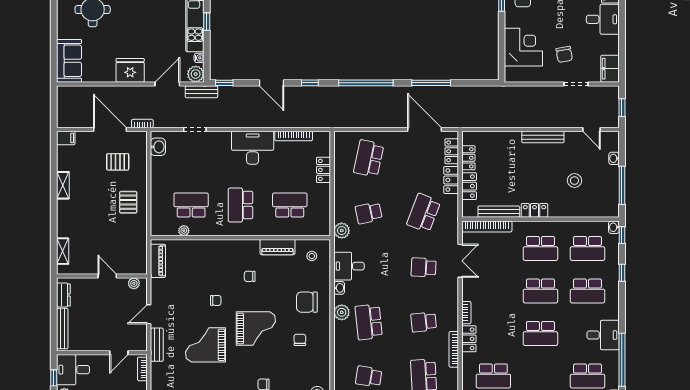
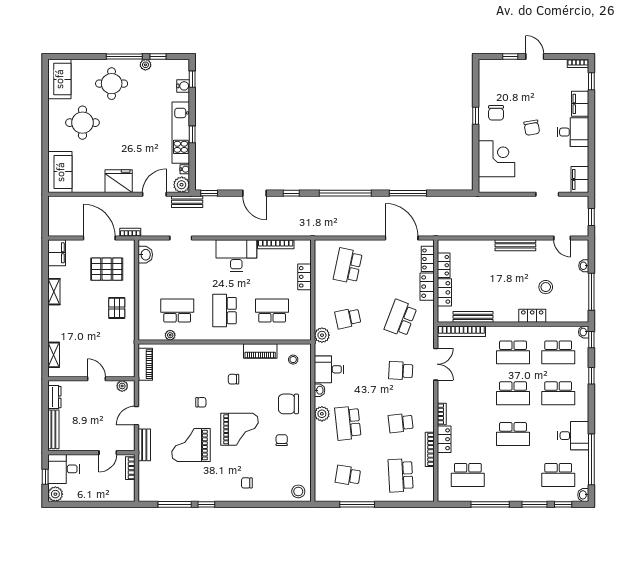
chair: (564, 54) -> (532, 128), moved
filing cabinet: (66, 138) -> (57, 253), width x2.00
pallet: (118, 162) -> (107, 269), width x1.50, depth x1.42
locker: (534, 210) -> (532, 316), moved

